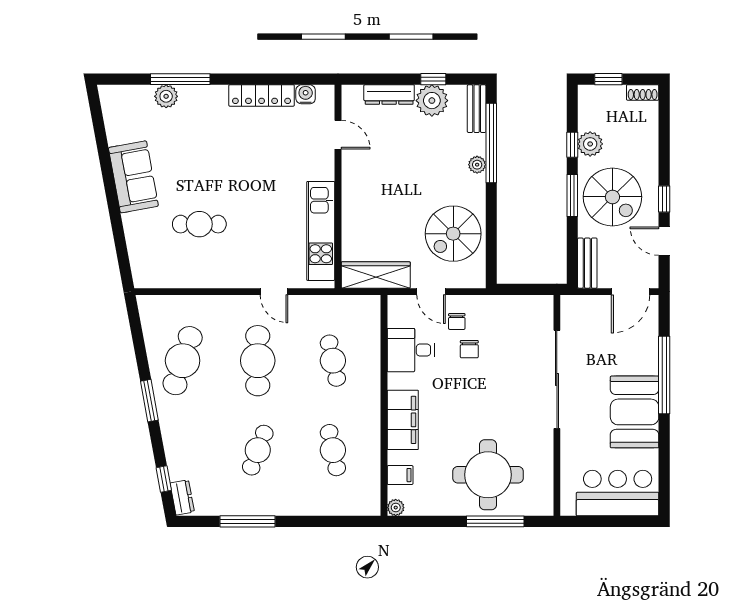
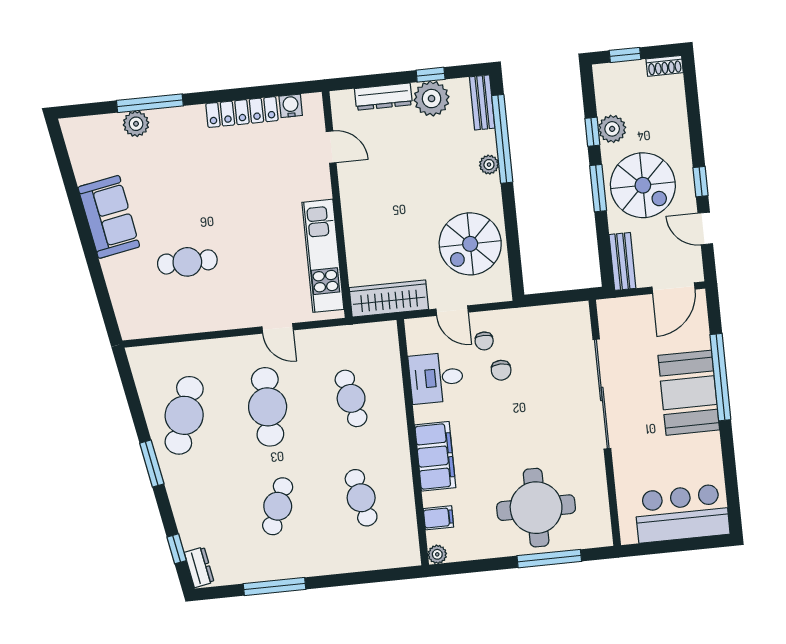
booth: (635, 412) -> (689, 393), moved

